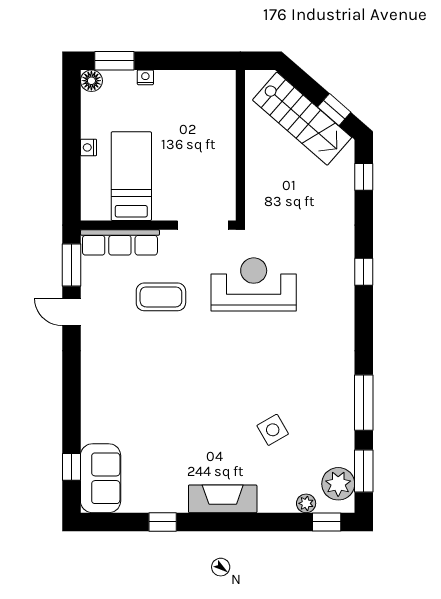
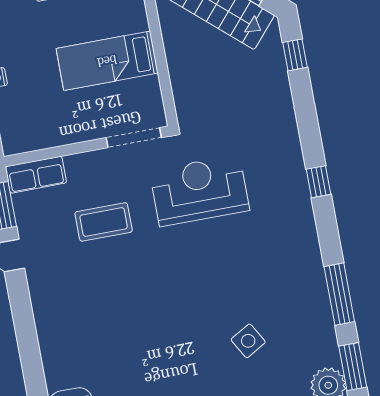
bed: (131, 176) -> (107, 61), moved, turned -90
row of seats: (120, 242) -> (36, 175), width x0.68
window: (364, 272) -> (319, 182), moved

